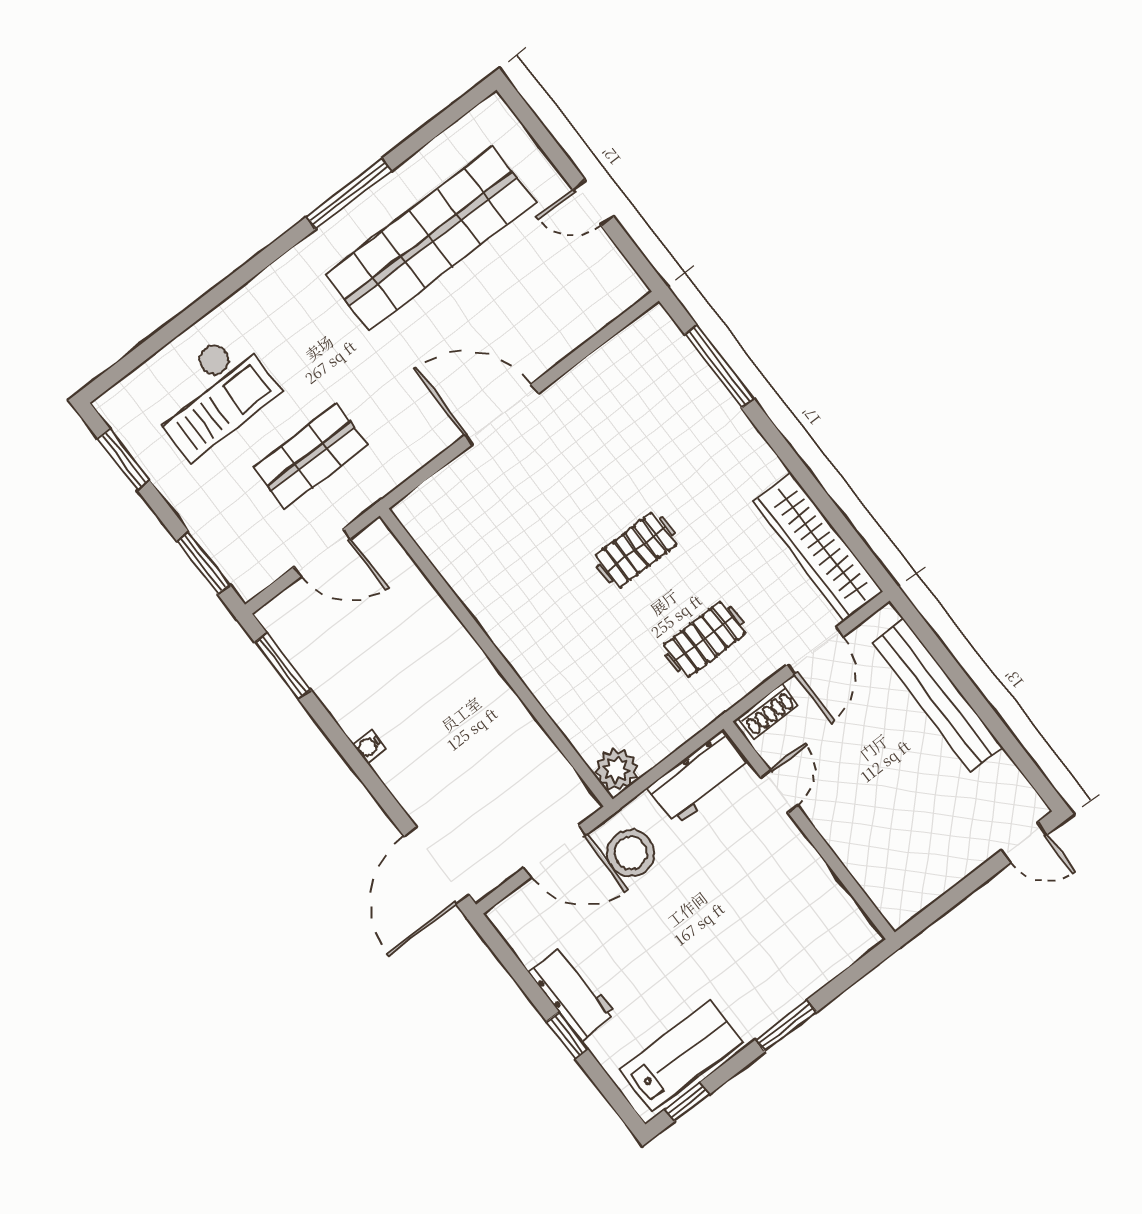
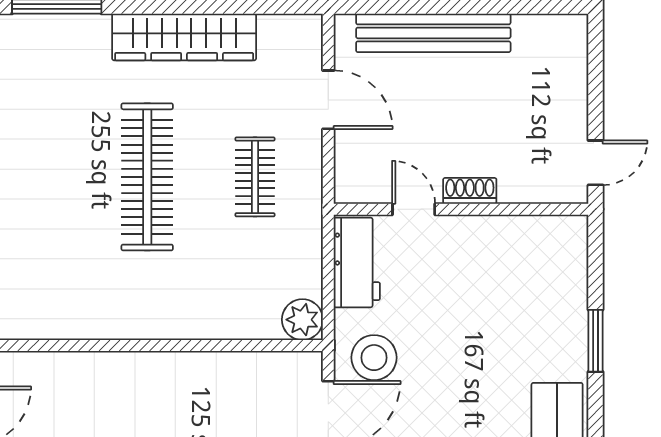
wardrobe: (818, 547) -> (184, 37), moved
clothes rail: (636, 550) -> (147, 177), width x1.86, depth x1.31
shoe rack: (768, 711) -> (470, 191), moved, turned -90
door: (1024, 843) -> (596, 163), moved

